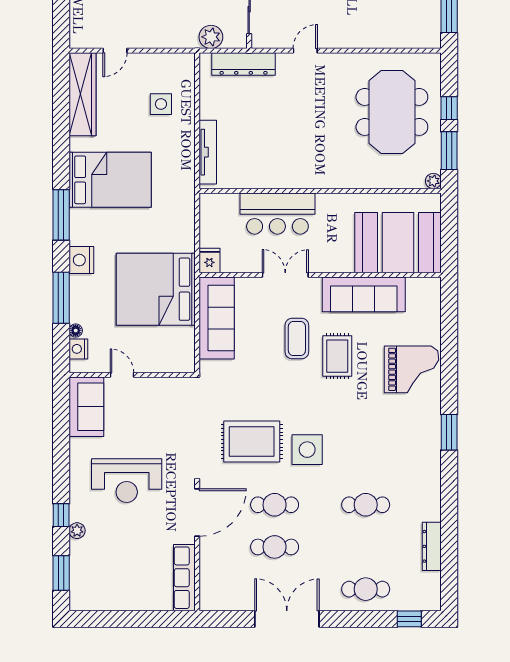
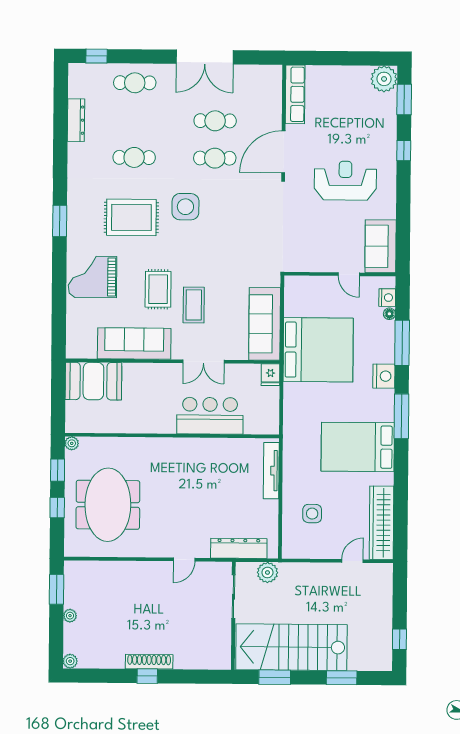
window: (449, 151) -> (58, 470), width x0.67
booth: (398, 243) -> (93, 381), width x0.73, depth x0.70
rug: (252, 441) -> (131, 217), moved
plant: (77, 531) -> (384, 79), moved, width x1.88, depth x1.88

